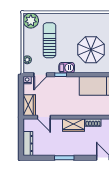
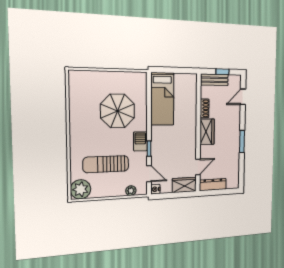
dresser: (28, 143) -> (213, 185), moved

